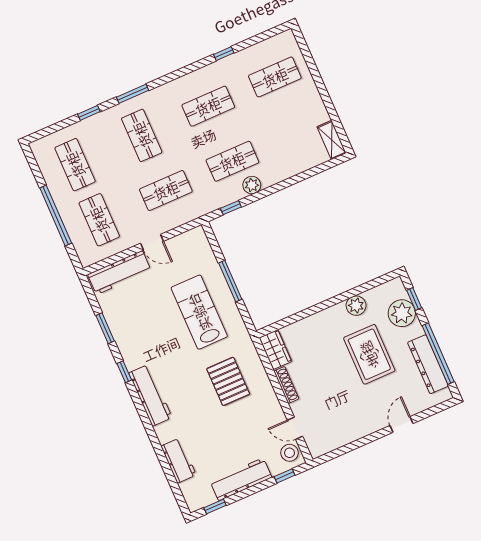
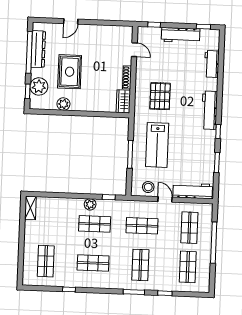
shop shelf: (275, 77) -> (46, 261), turned 90
stool: (290, 453) -> (148, 187), moved

